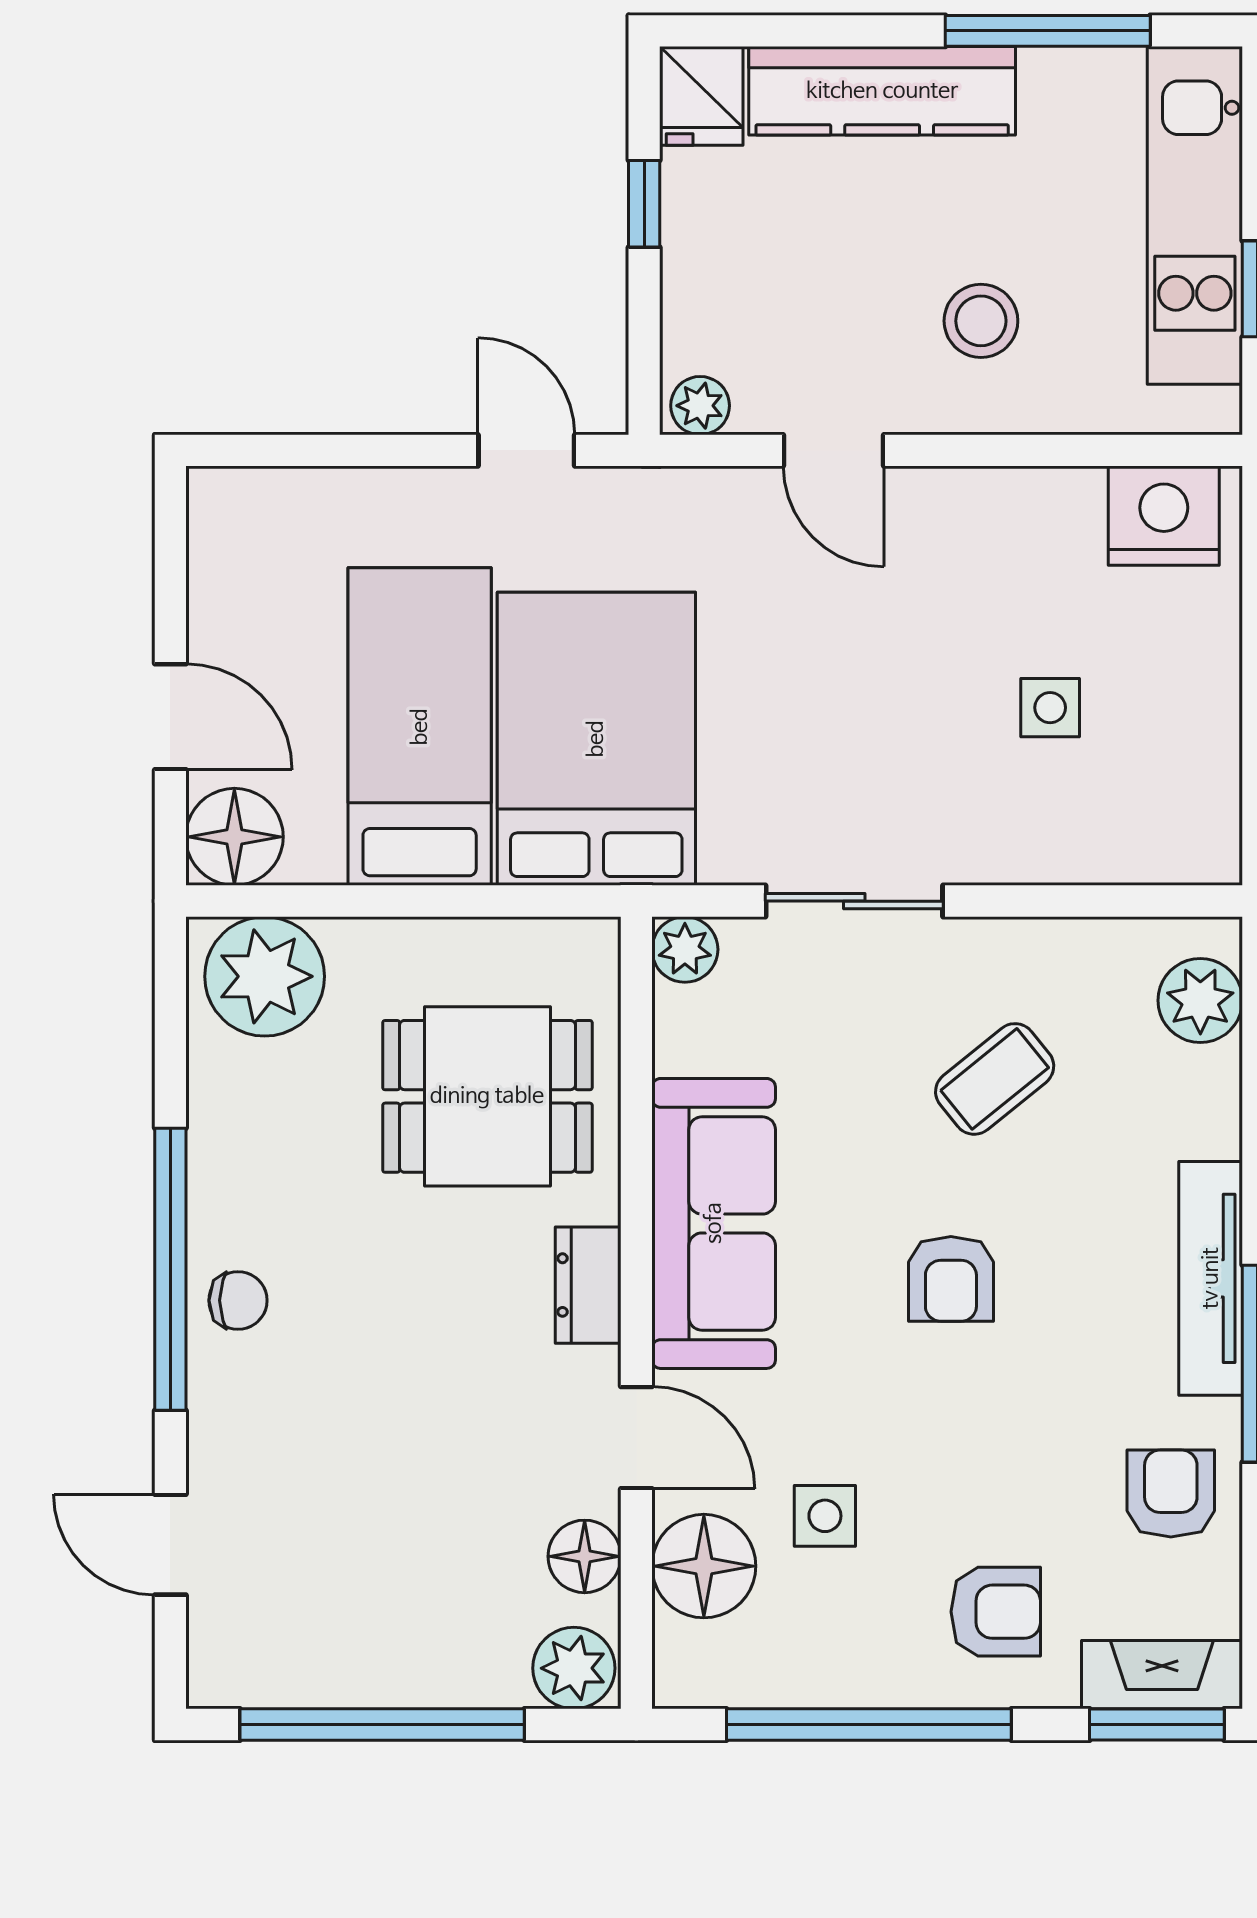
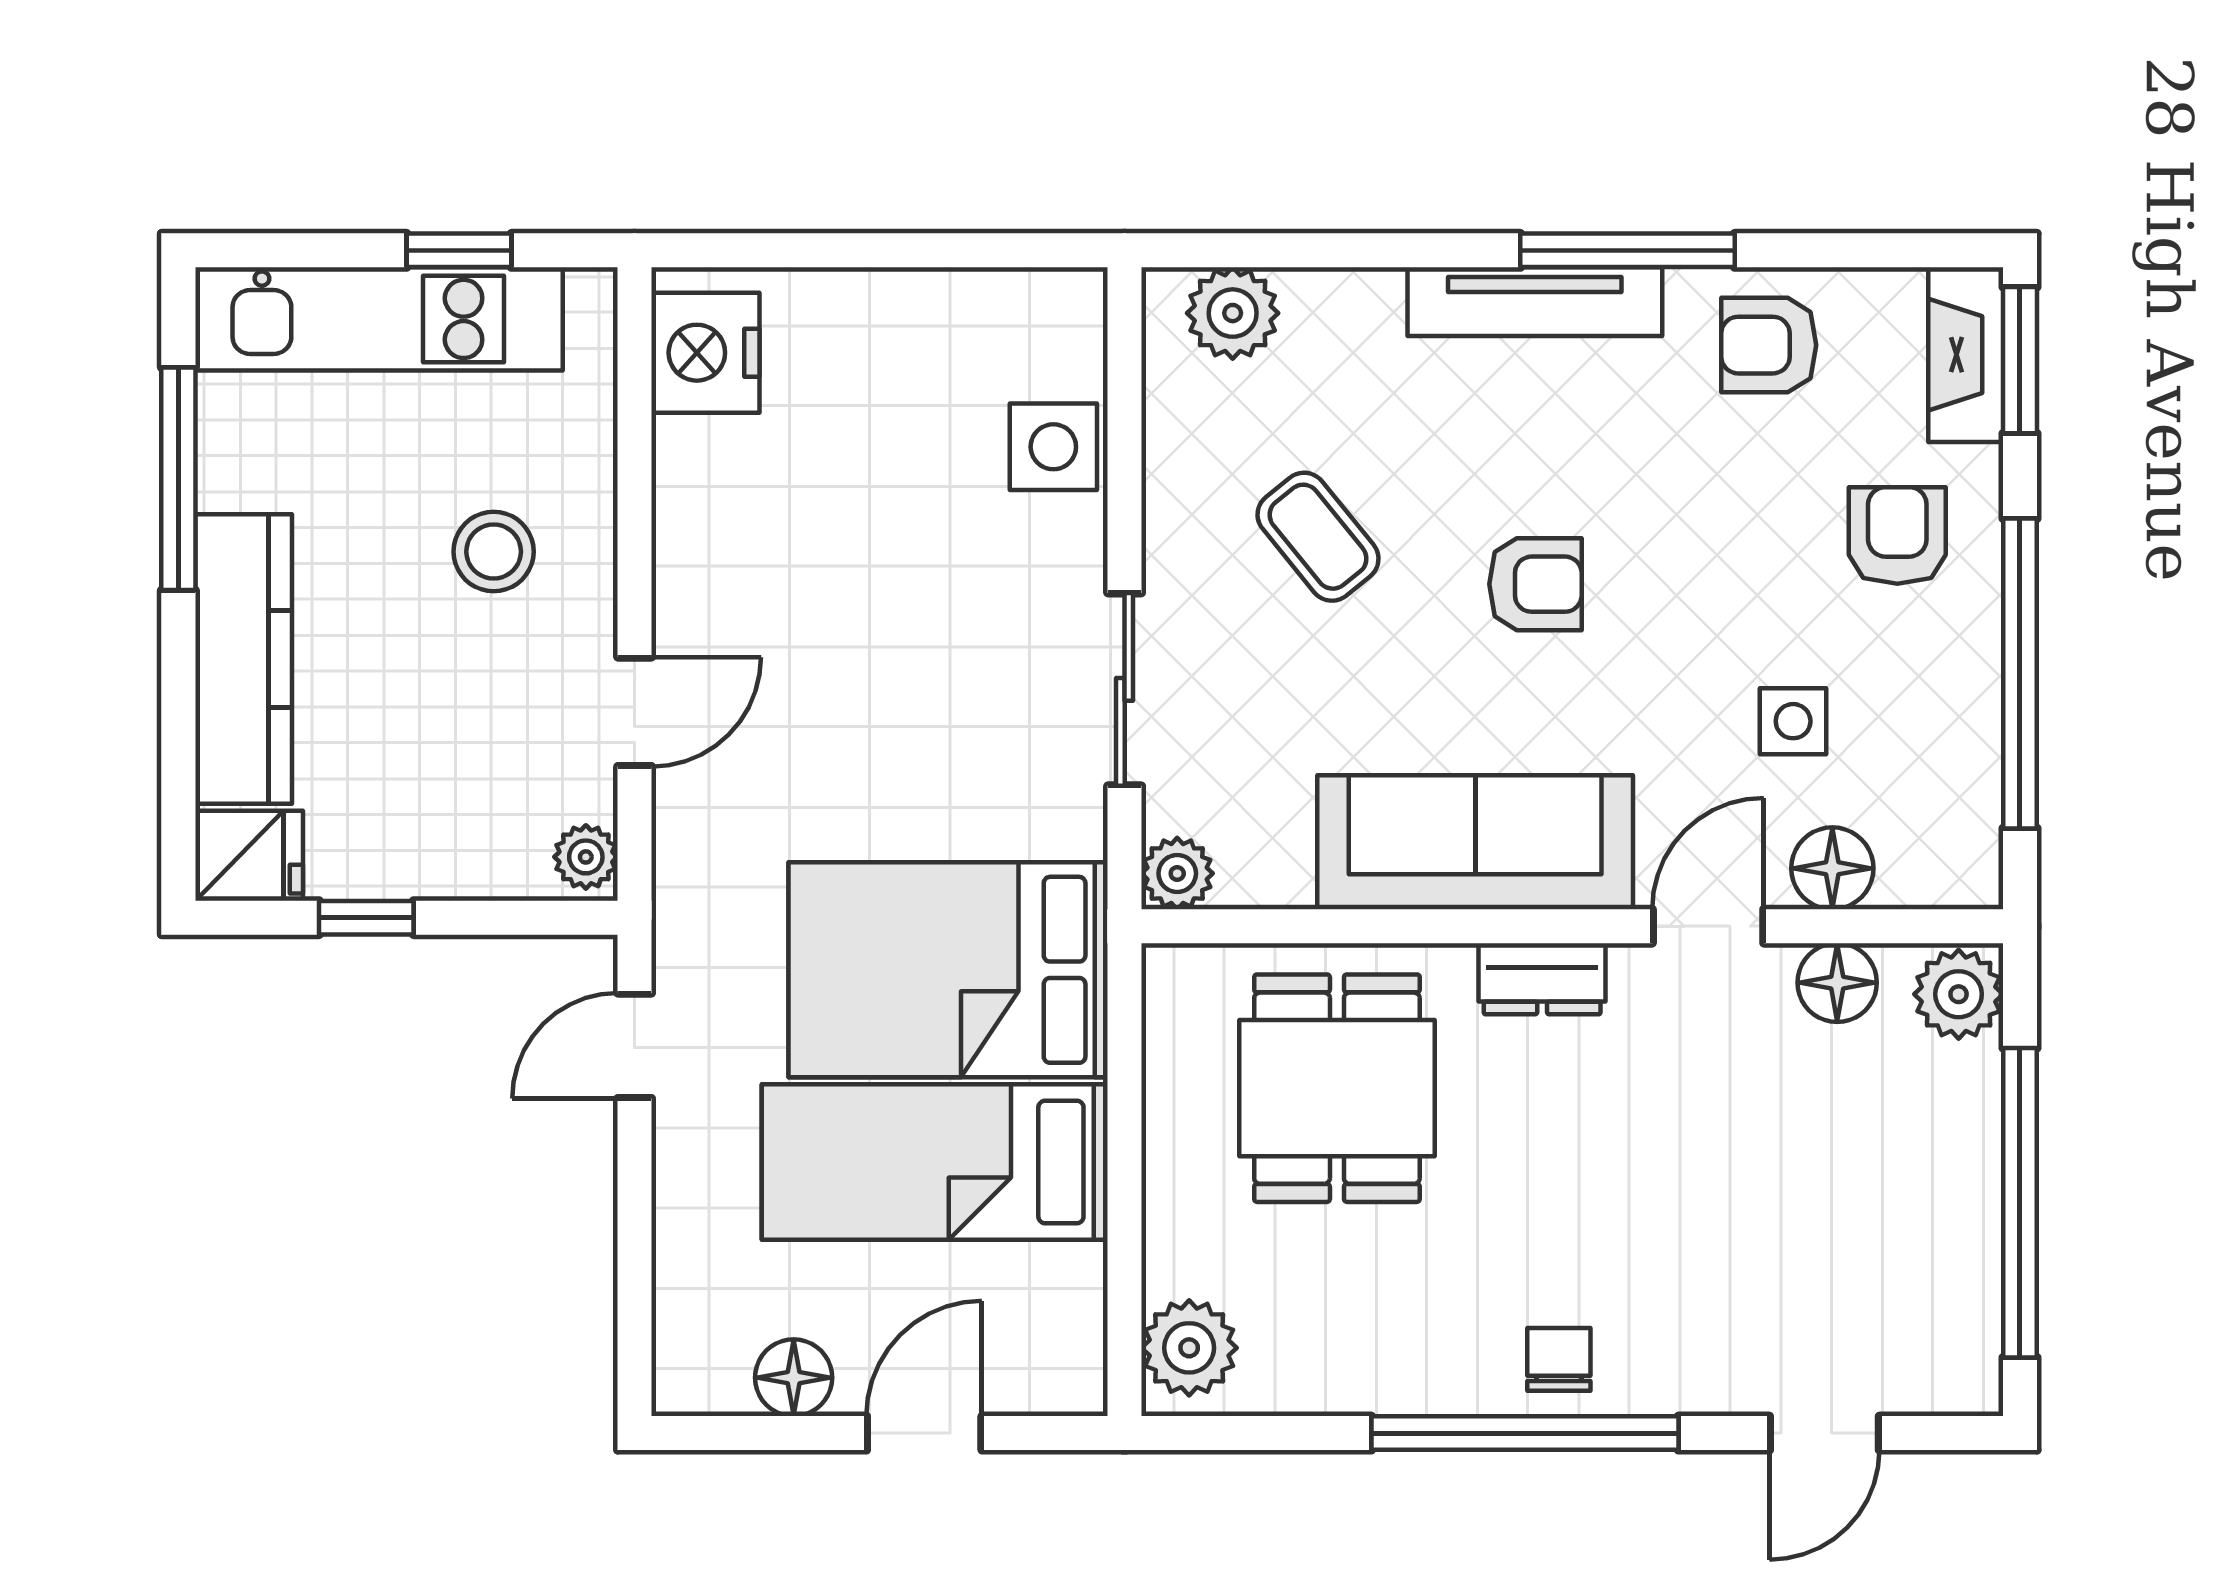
side table: (1050, 708) -> (1053, 447), moved, width x1.37, depth x1.37
floor lamp: (234, 837) -> (794, 1378), moved, width x0.73, depth x0.73
plant: (265, 976) -> (1189, 1348), width x0.73, depth x0.73
floor lamp: (704, 1566) -> (1832, 868), width x0.73, depth x0.73

